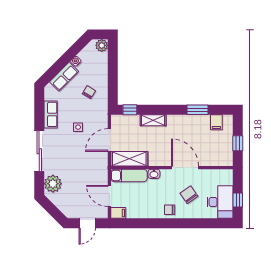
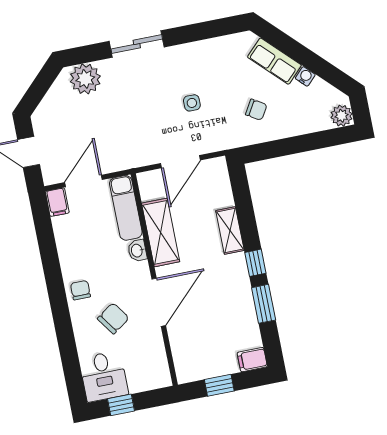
window: (130, 110) -> (255, 263), moved
row of seats: (51, 114) -> (204, 51), removed
filing cabinet: (216, 122) -> (252, 360), moved
door: (109, 140) -> (180, 162), swing flipped
sliding door: (39, 151) -> (137, 44), width x0.73
shelving: (129, 159) -> (161, 232), moved
desk: (220, 202) -> (104, 376), width x0.73

